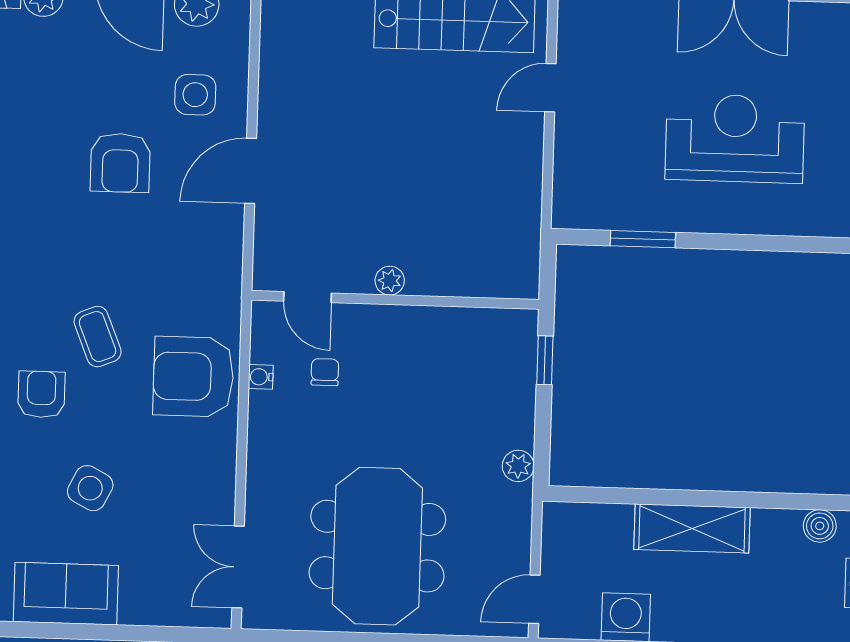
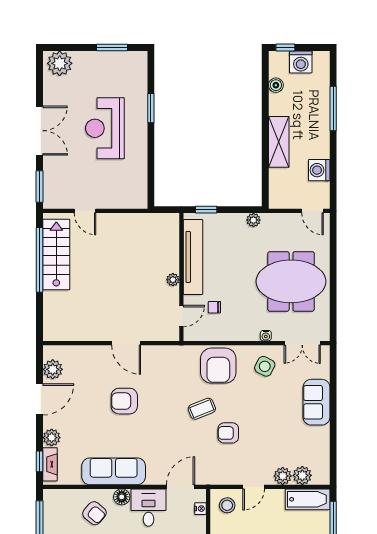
side table: (195, 95) -> (93, 369), removed
armchair: (120, 163) -> (124, 401), turned 180
window: (643, 239) -> (151, 108), moved
tv unit: (439, 327) -> (193, 257), added
water cooler: (261, 377) -> (266, 336), moved
side table: (90, 488) -> (265, 366), moved
sofa: (66, 594) -> (317, 402), moved

